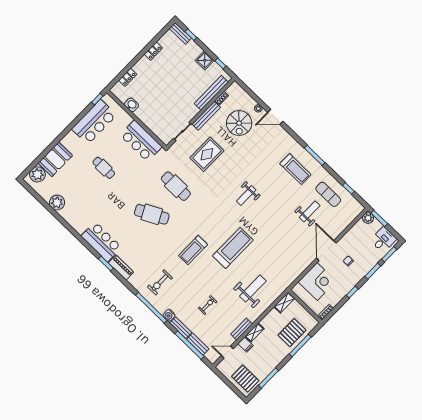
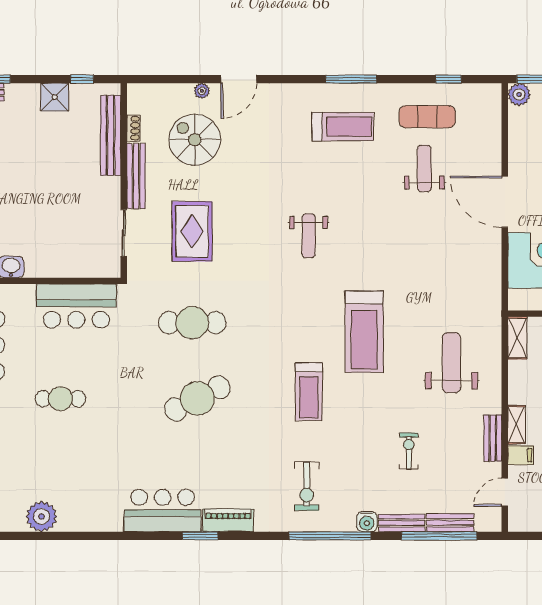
spiral stairs: (239, 123) -> (195, 140), turned 180
treadmill: (233, 248) -> (364, 332), turned 180

